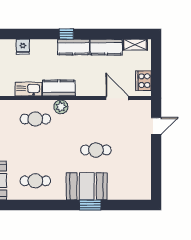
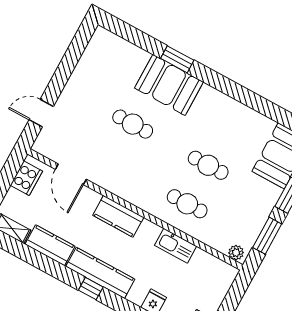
kitchen counter: (74, 47) -> (100, 273), width x1.50
kitchen counter: (59, 88) -> (118, 216), moved
plant: (61, 107) -> (147, 202), removed
cafe table: (35, 181) -> (208, 165), moved

